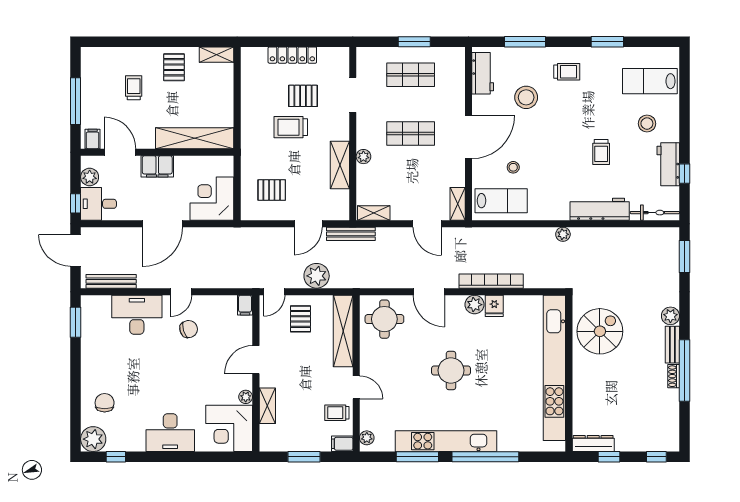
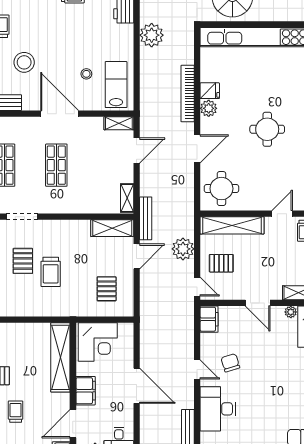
trolley: (134, 88) -> (16, 412), turned 90
plant: (363, 157) -> (77, 207), removed
shelving: (340, 165) -> (112, 228), moved
corner desk: (212, 199) -> (98, 342), moved, turned -90
door: (308, 224) -> (137, 256), hinge flipped
plant: (563, 234) -> (152, 35), width x1.88, depth x1.88
filing cabinet: (245, 305) -> (209, 319), width x2.00

